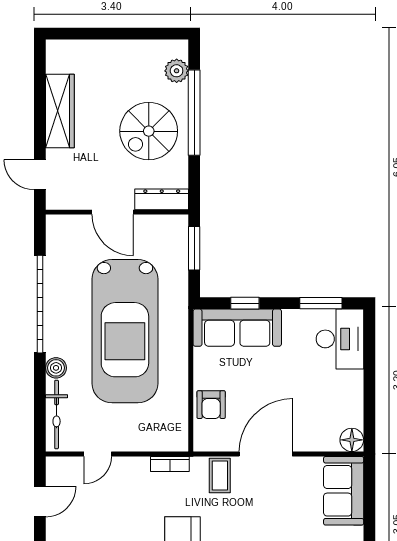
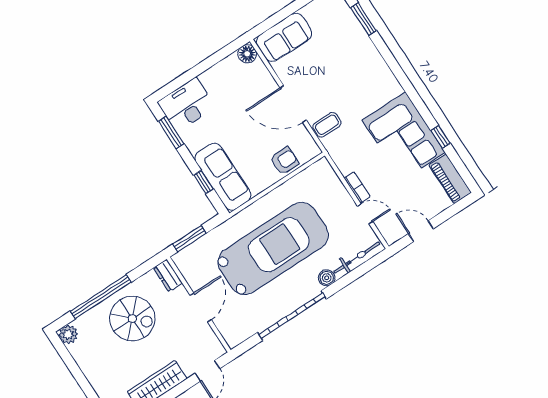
plant: (177, 71) -> (68, 334), moved
dresser: (162, 199) -> (168, 276), width x0.70
bookcase: (170, 464) -> (357, 187), moved

